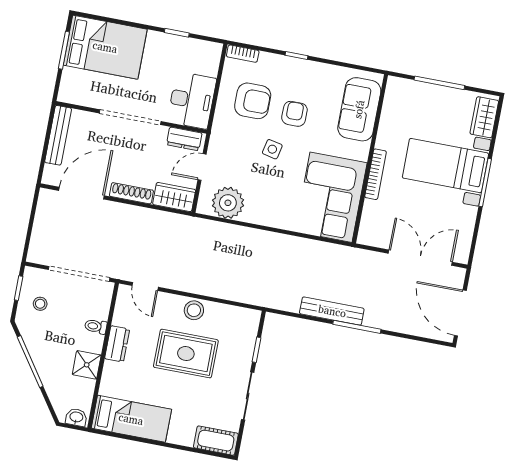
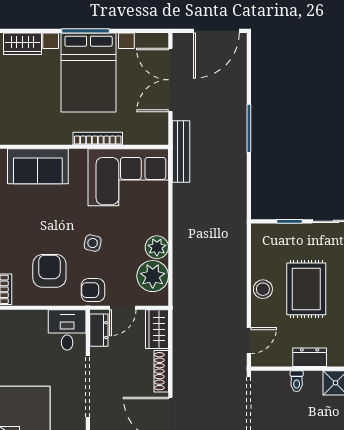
desk: (192, 100) -> (67, 330), width x0.73
armchair: (294, 114) -> (93, 290), moved
bed with nightstands: (445, 166) -> (89, 72), width x1.36
door: (202, 167) -> (123, 308), hinge flipped
plant: (256, 212) -> (157, 247), added
bench: (332, 311) -> (181, 152), moved

